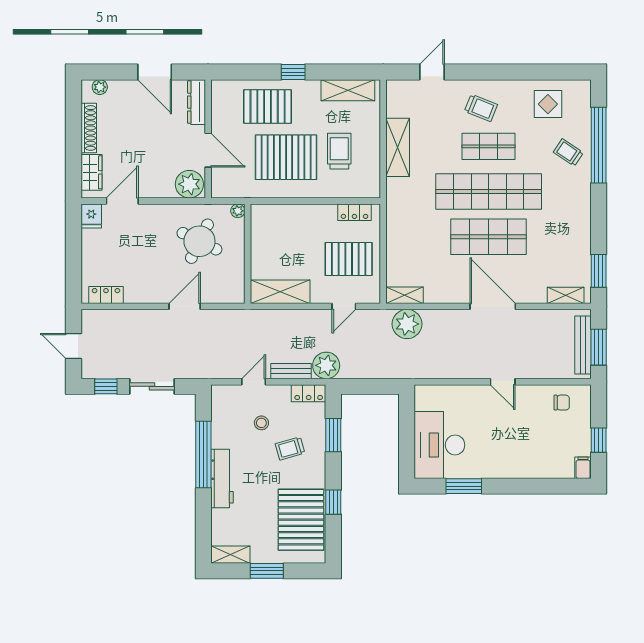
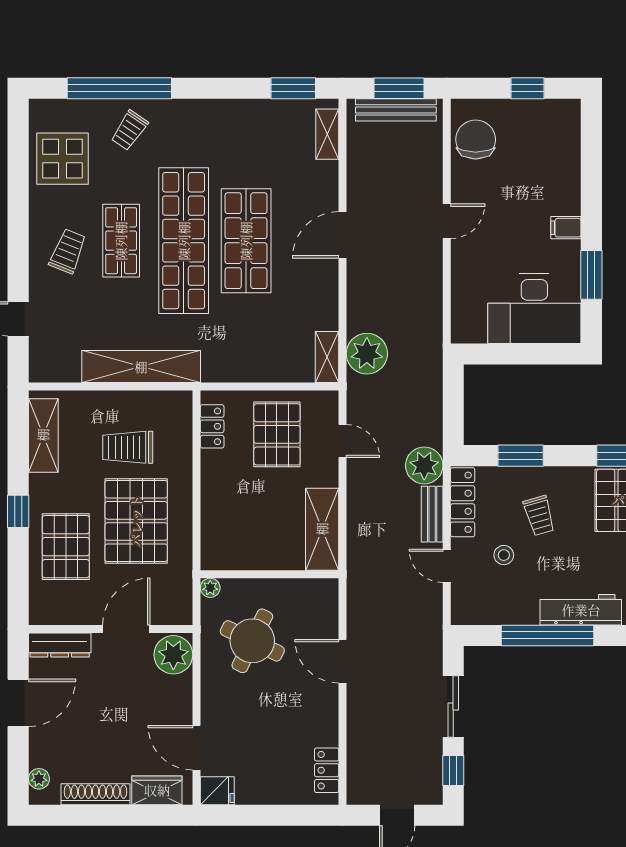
display table: (548, 104) -> (62, 159), width x1.36, depth x1.36
shelving: (398, 147) -> (141, 367), width x1.47
door: (493, 306) -> (342, 235), width x0.73
locker: (309, 393) -> (463, 502), width x1.53
chair: (562, 403) -> (476, 140), width x1.87, depth x1.87
filing cabinet: (583, 468) -> (566, 228), moved

